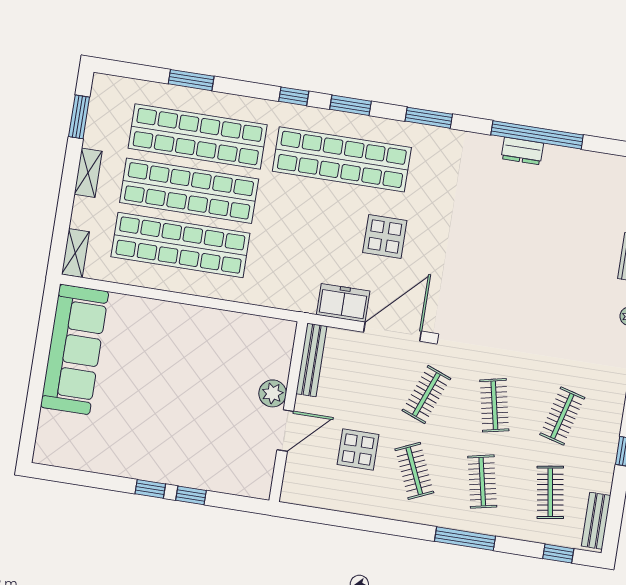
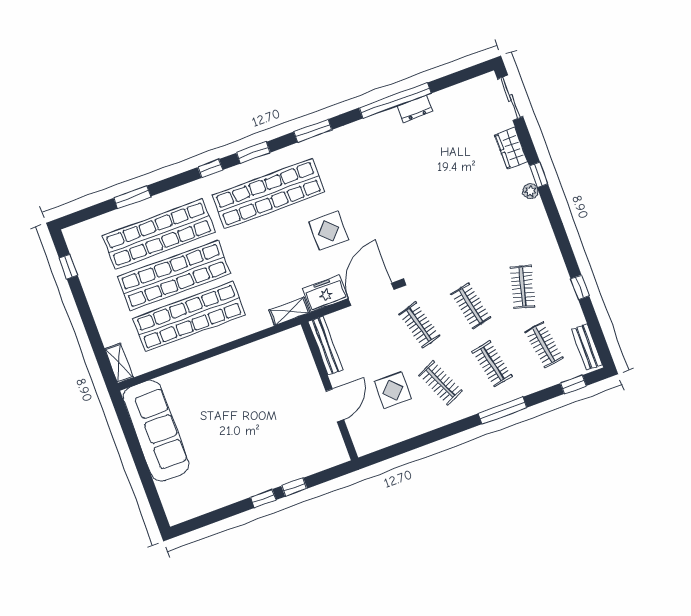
window: (79, 117) -> (68, 267), width x0.67
dresser: (522, 151) -> (415, 109), moved
shelving: (88, 173) -> (289, 311), moved, turned 90
plant: (273, 393) -> (311, 384), removed
clothes rail: (426, 395) -> (419, 325), turned -36

